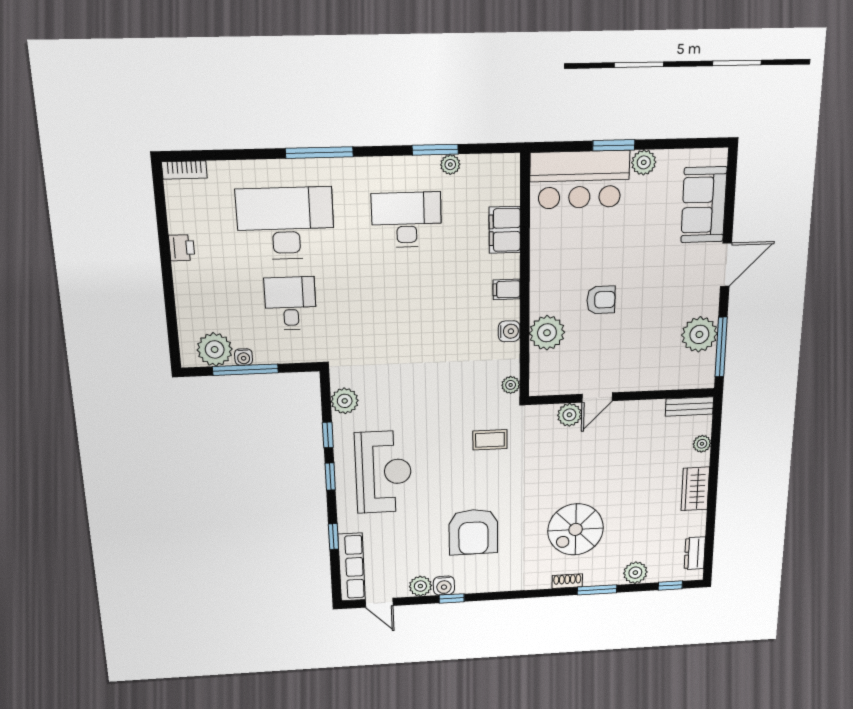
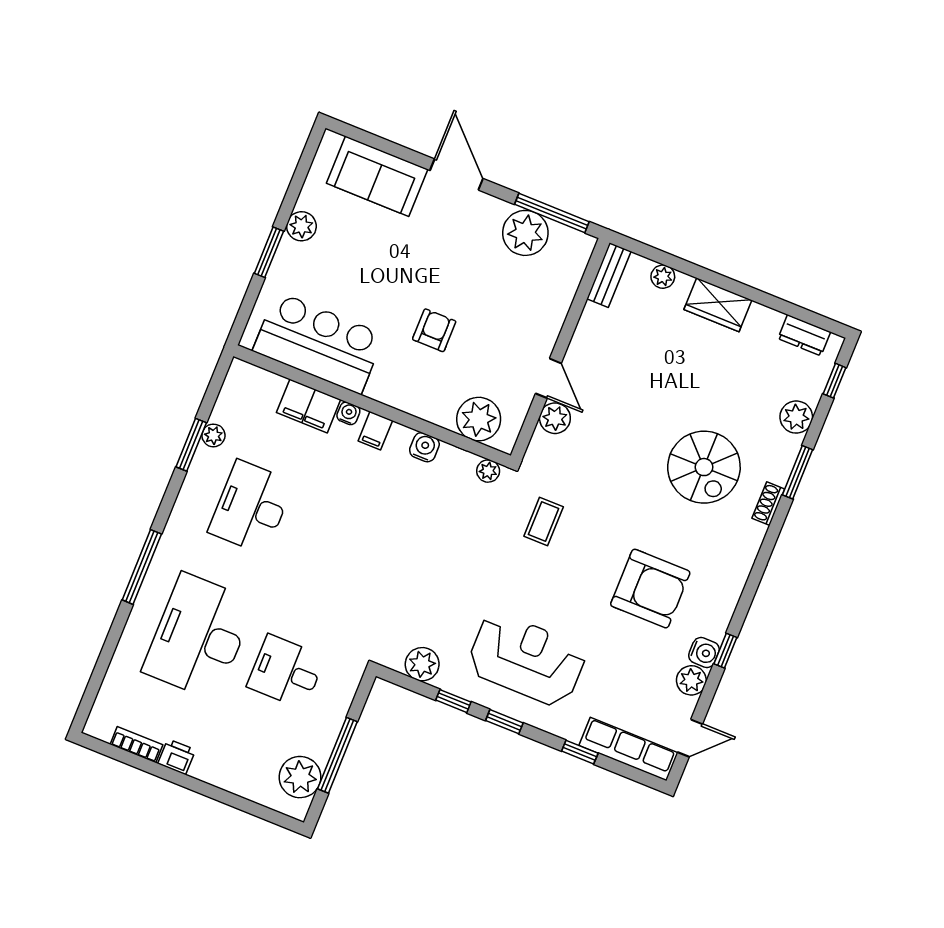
bookcase: (184, 170) -> (136, 745), moved, turned -90
bar counter: (580, 180) -> (319, 343), moved, turned -90
plant: (547, 333) -> (479, 419), moved
water cooler: (244, 357) -> (348, 413), moved, turned -90

